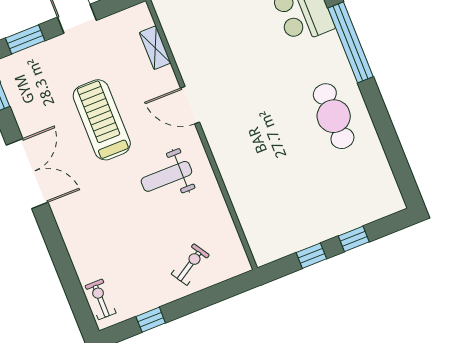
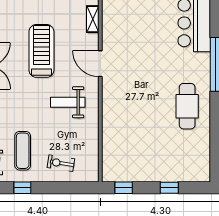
window: (311, 256) -> (124, 188), moved
exercise bike: (190, 265) -> (61, 163), turned -139
exercise mat: (131, 268) -> (23, 151), added

